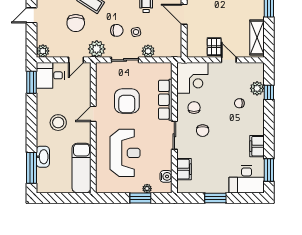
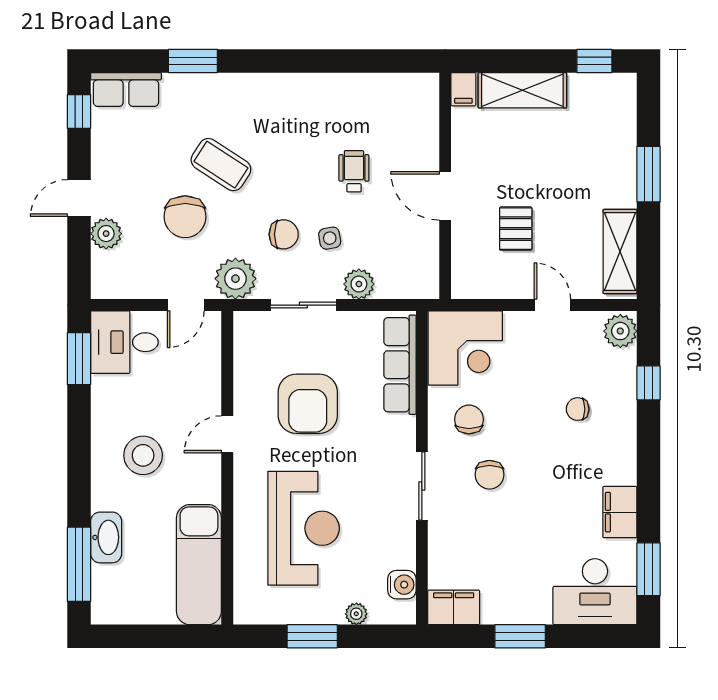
pallet: (214, 47) -> (516, 229), moved
plant: (43, 51) -> (106, 234), moved
plant: (257, 88) -> (620, 331), moved
row of seats: (165, 100) -> (400, 365), moved
filing cabinet: (184, 169) -> (454, 607), moved, turned -90
window: (140, 198) -> (312, 636), moved

